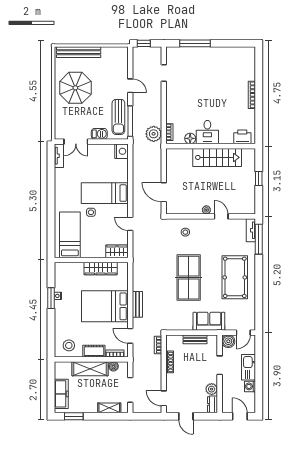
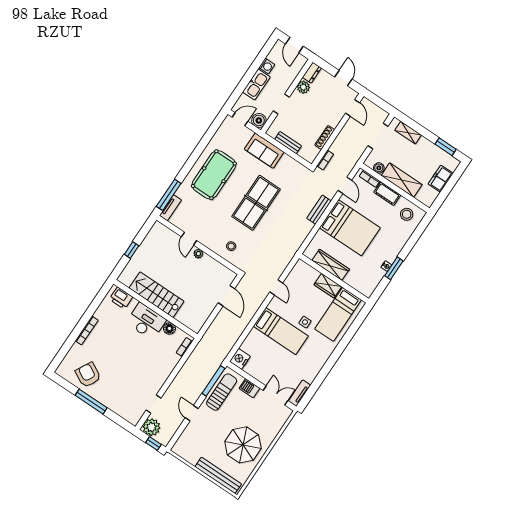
window: (195, 43) -> (91, 402), moved
armchair: (228, 62) -> (88, 375), added
desk: (207, 132) -> (146, 321), width x1.37
plant: (154, 134) -> (151, 427), moved
wardrobe: (117, 251) -> (328, 286), moved
freezer: (61, 394) -> (441, 179), width x0.71

